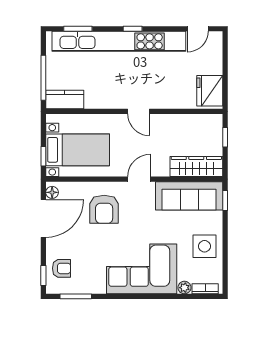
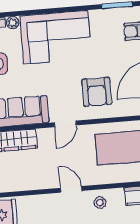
stool: (110, 95) -> (100, 203), added
armchair: (104, 209) -> (97, 92), turned 180

